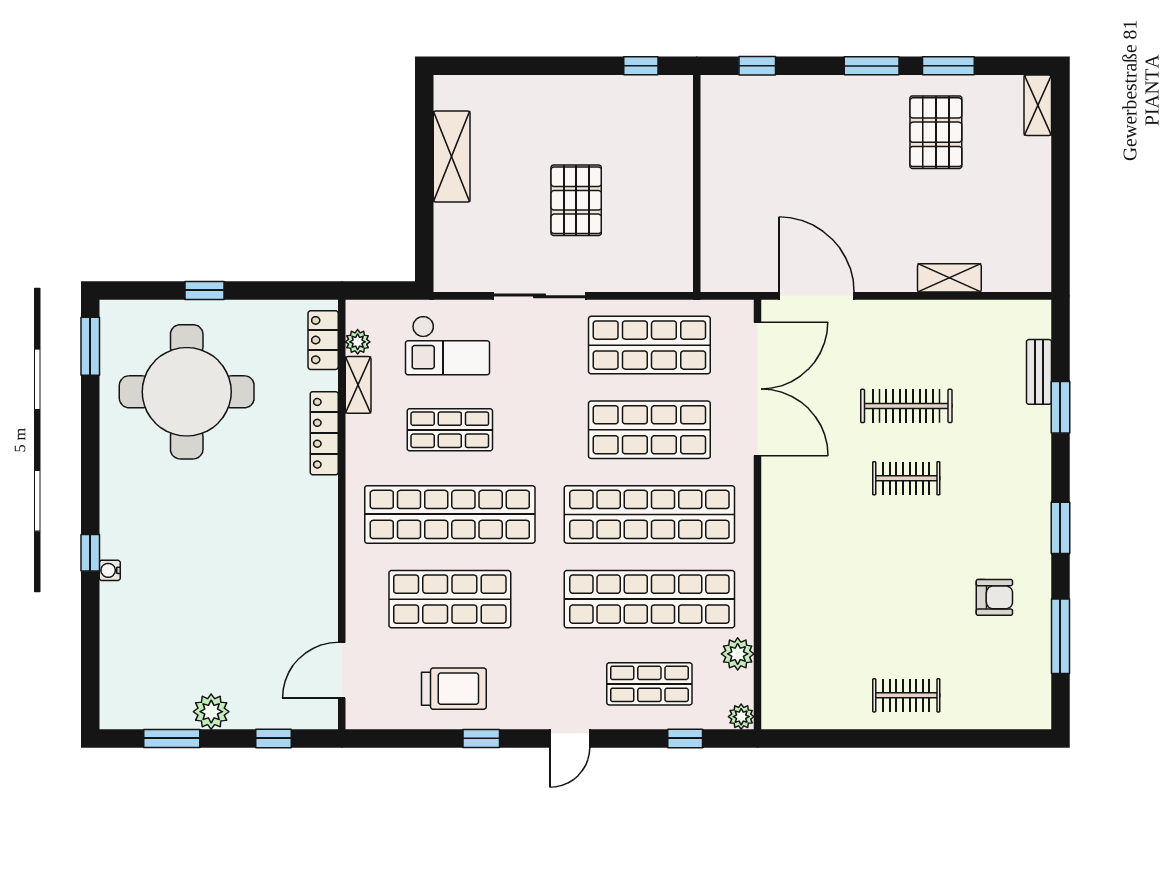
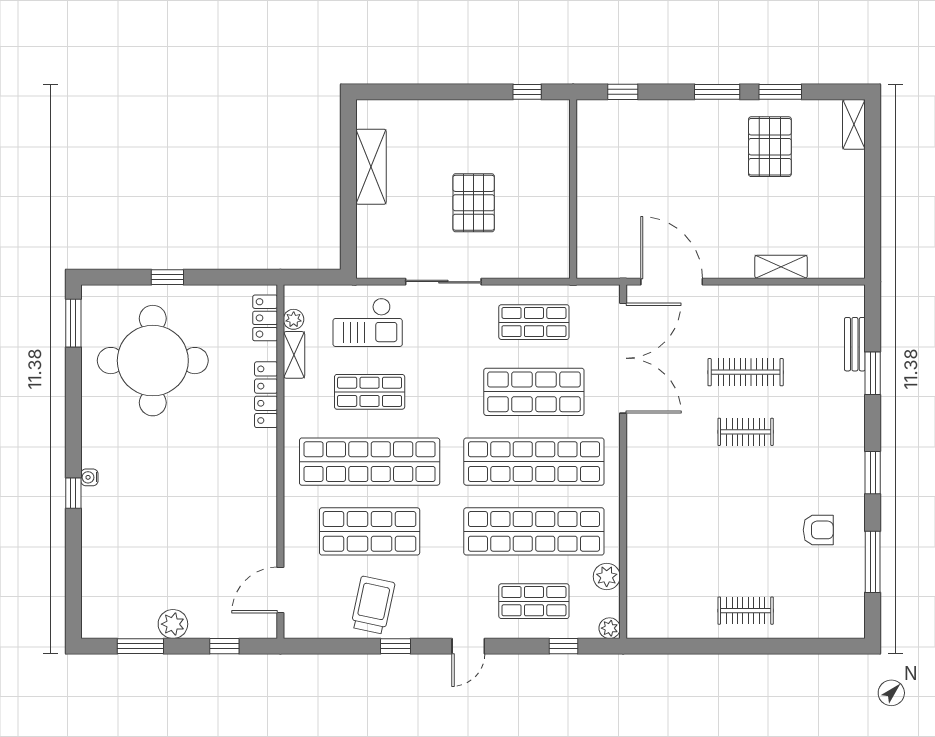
shop shelf: (649, 345) -> (534, 322), width x0.70, depth x0.74
water cooler: (110, 570) -> (89, 477), moved
trolley: (454, 689) -> (373, 605), turned -78

